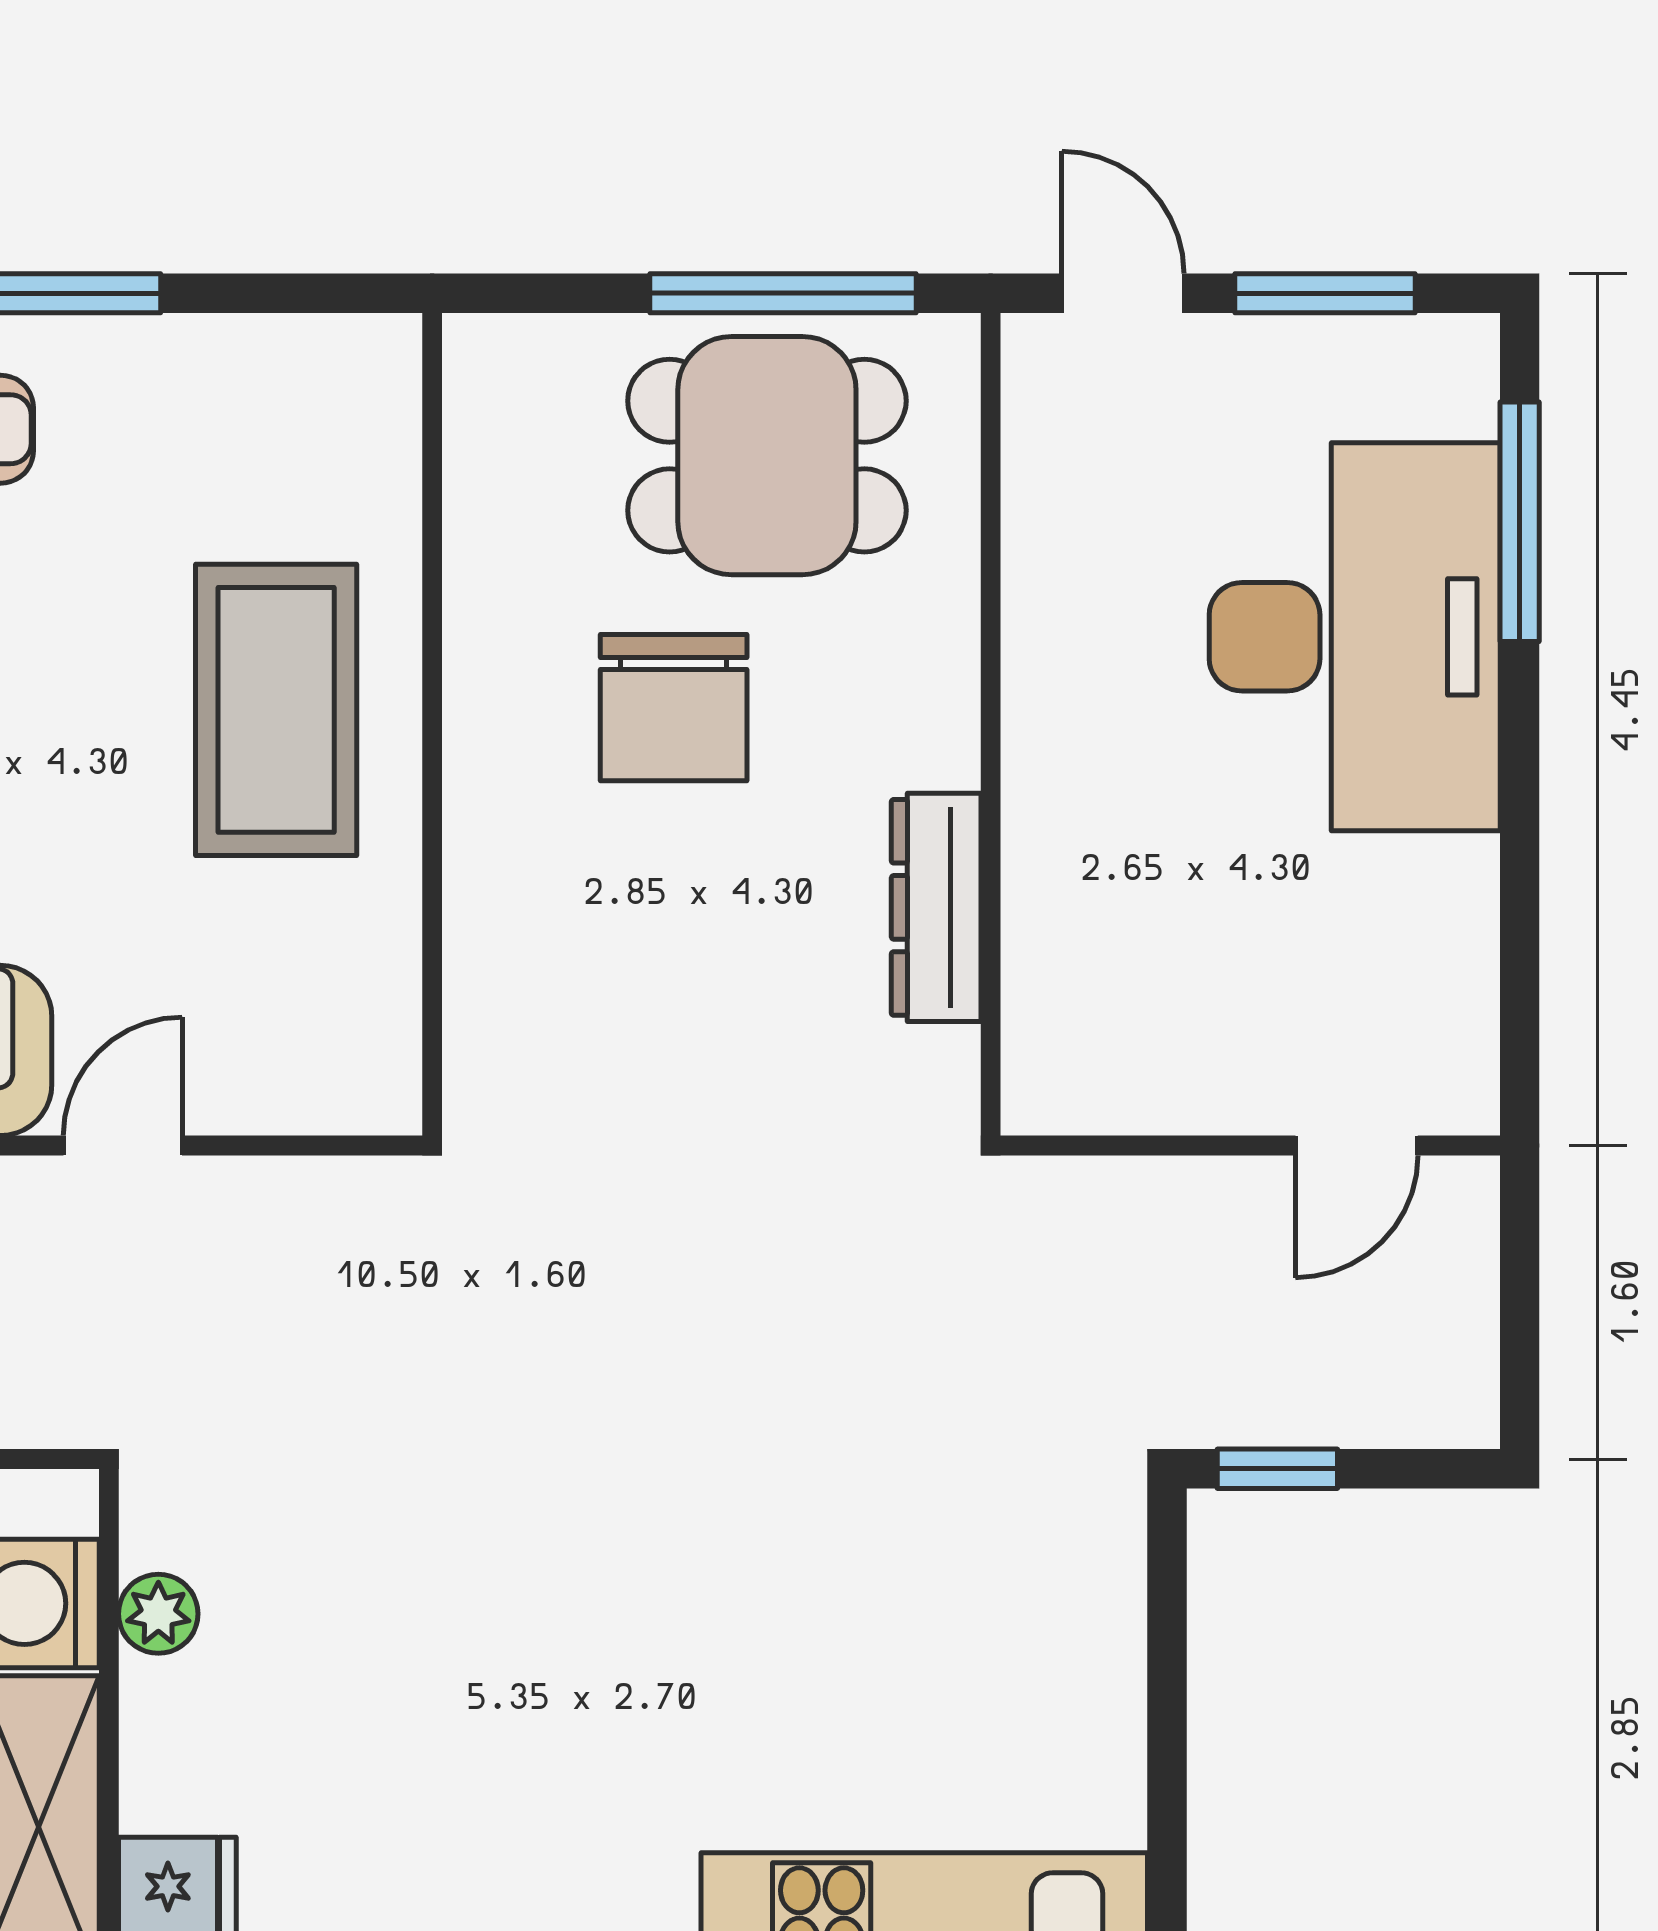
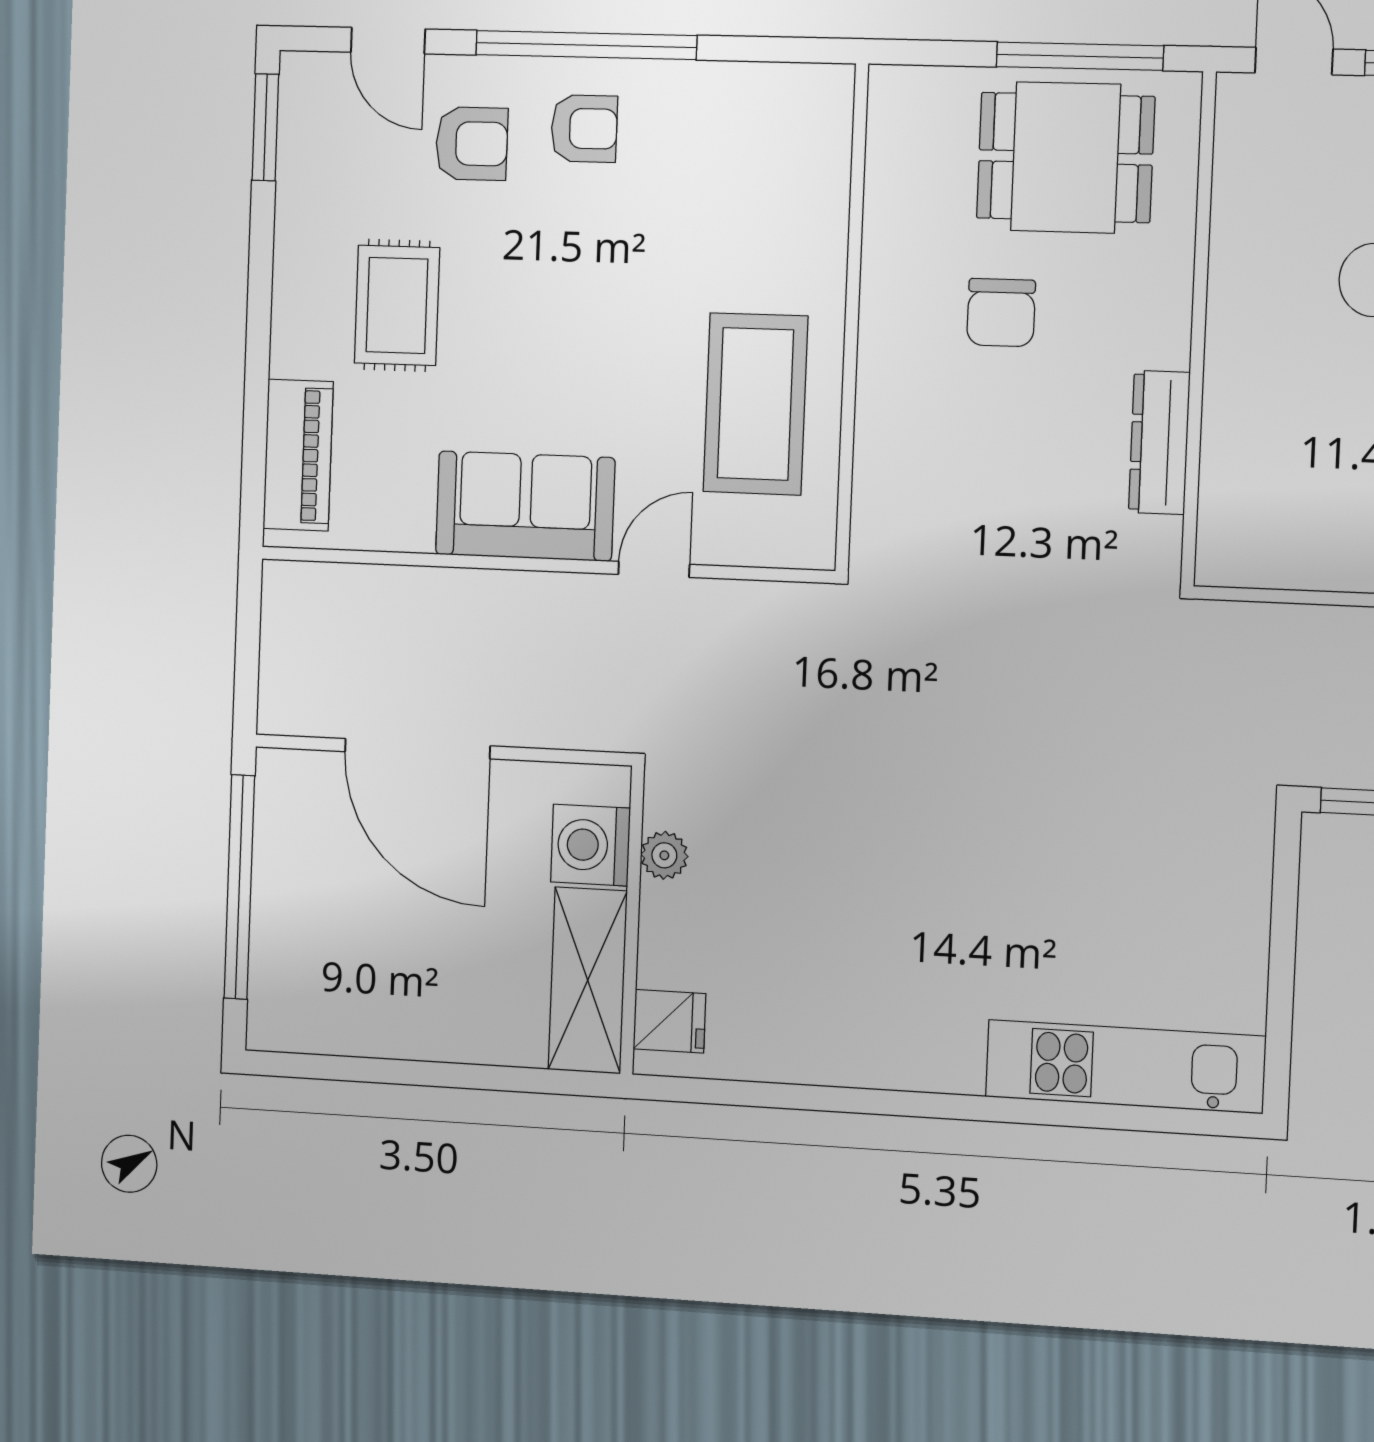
chair: (674, 708) -> (1001, 313), width x0.73, depth x0.73
coffee table: (276, 710) -> (755, 404), moved

